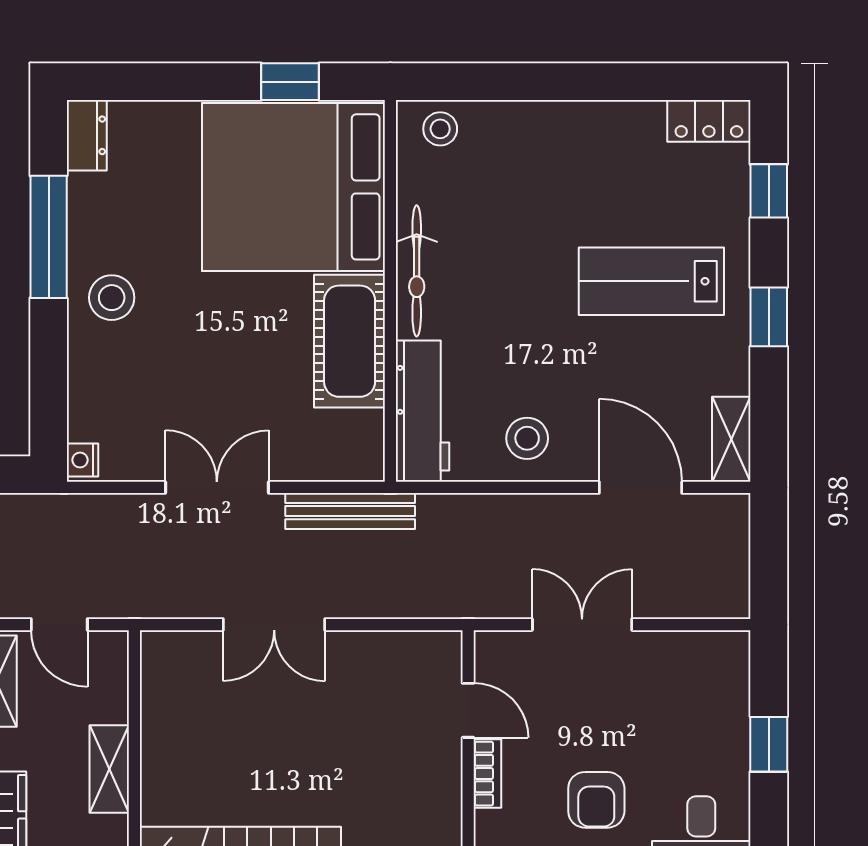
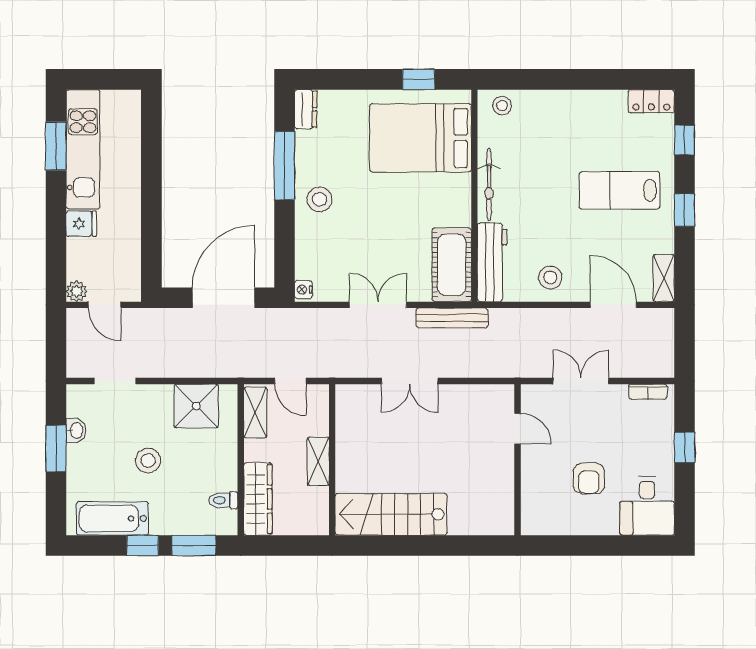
bed: (293, 187) -> (421, 138), width x0.73
cot: (350, 341) -> (452, 265), moved
bookcase: (487, 774) -> (648, 392), moved, turned 90

